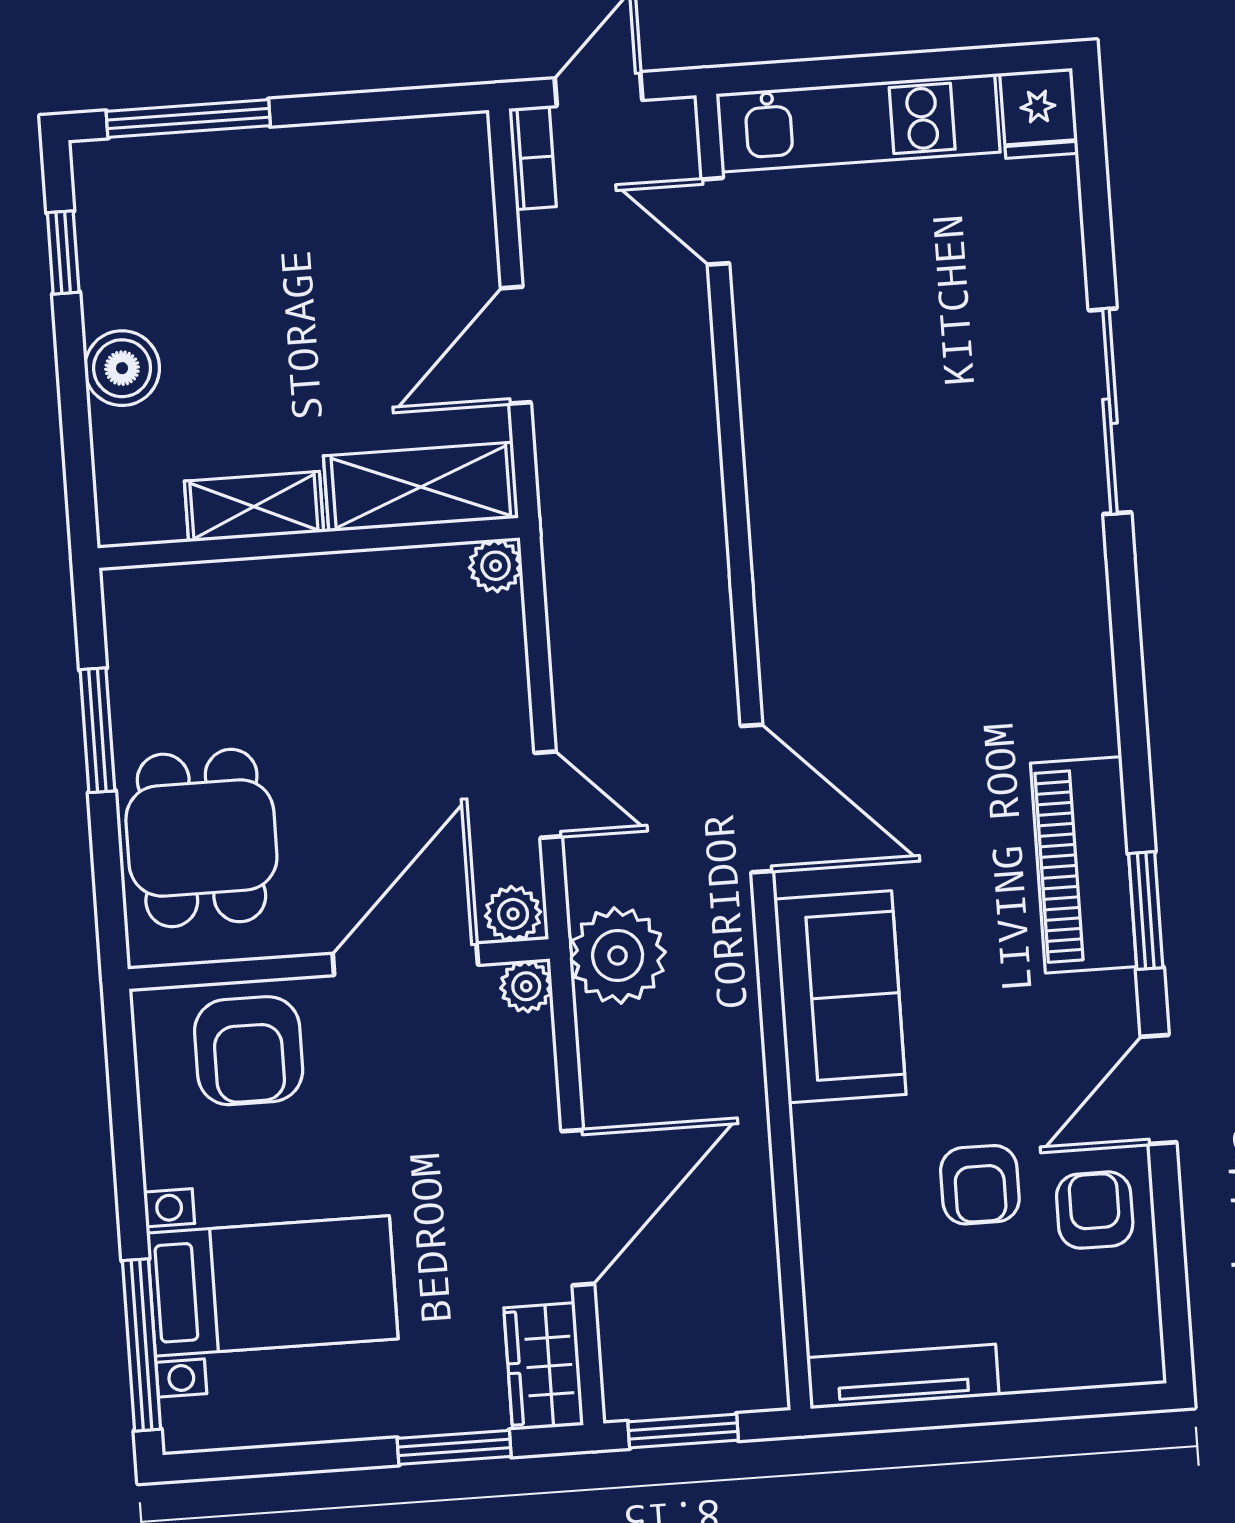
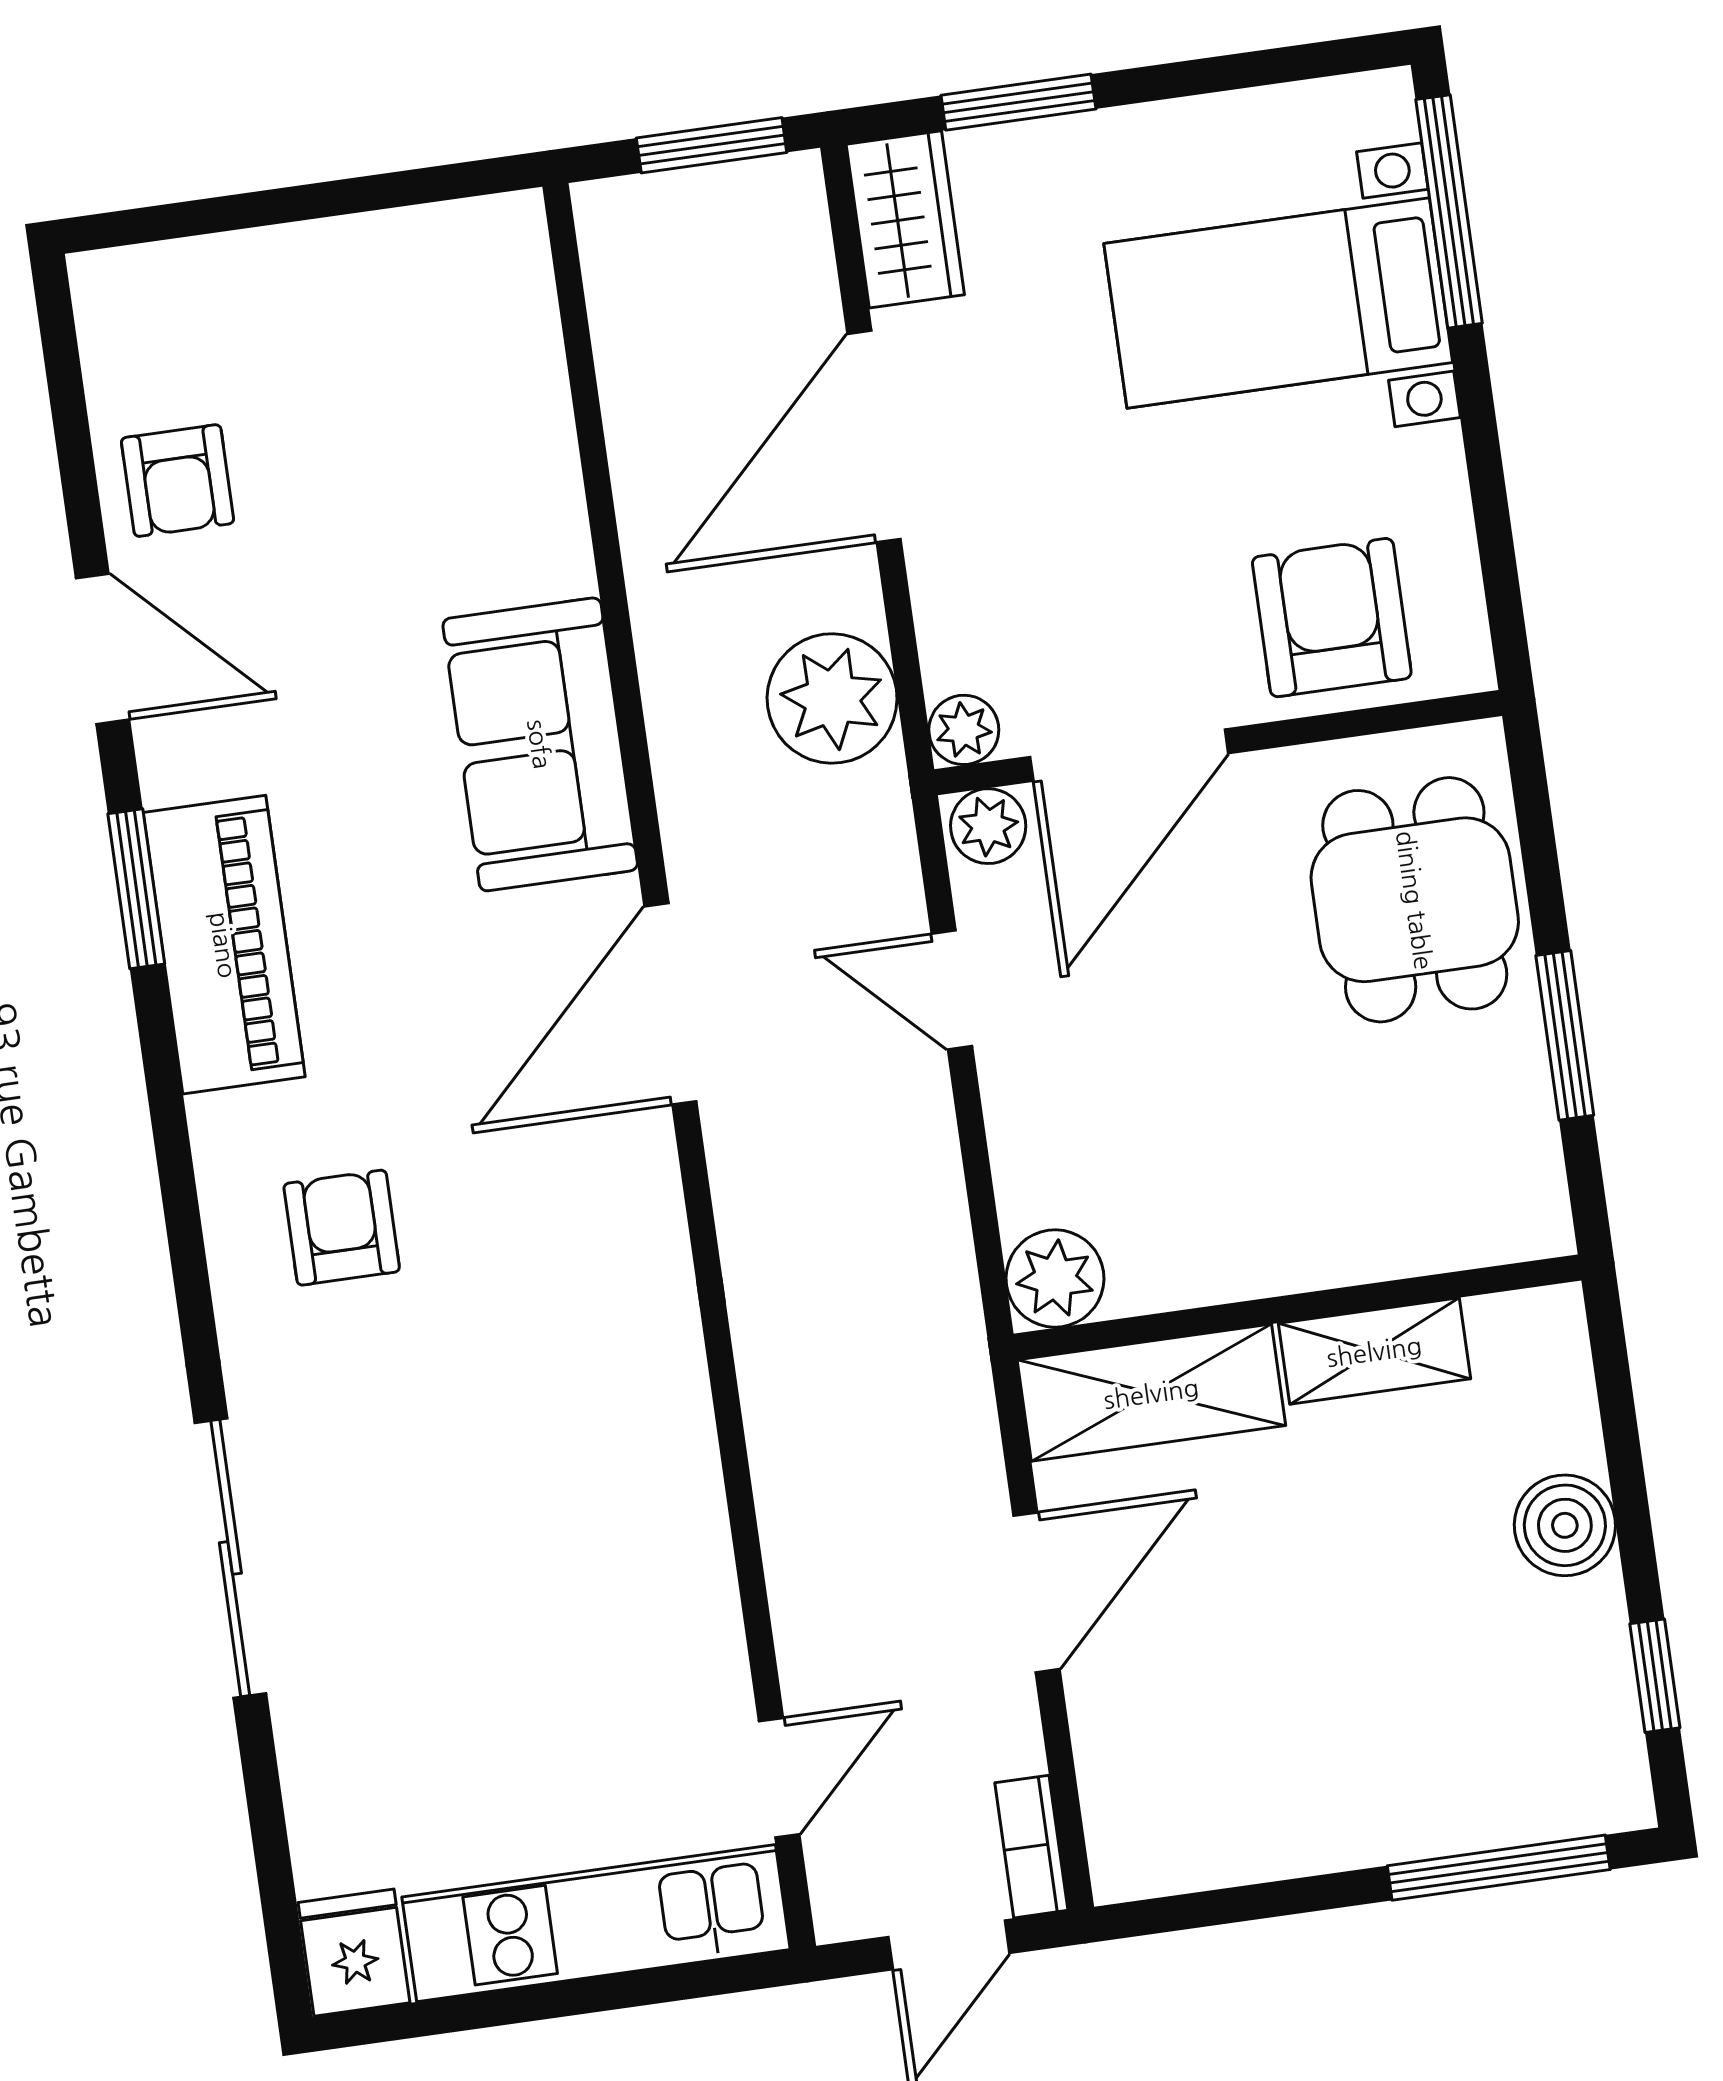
door: (715, 221) -> (779, 1778), hinge flipped
plant: (496, 566) -> (1055, 1279), width x1.38, depth x1.38
door: (757, 798) -> (670, 1004), hinge flipped
plant: (618, 956) -> (832, 698), moved
door: (1159, 1090) -> (103, 649), hinge flipped
armchair: (980, 1185) -> (342, 1228), moved
tv unit: (903, 1376) -> (421, 239), removed

